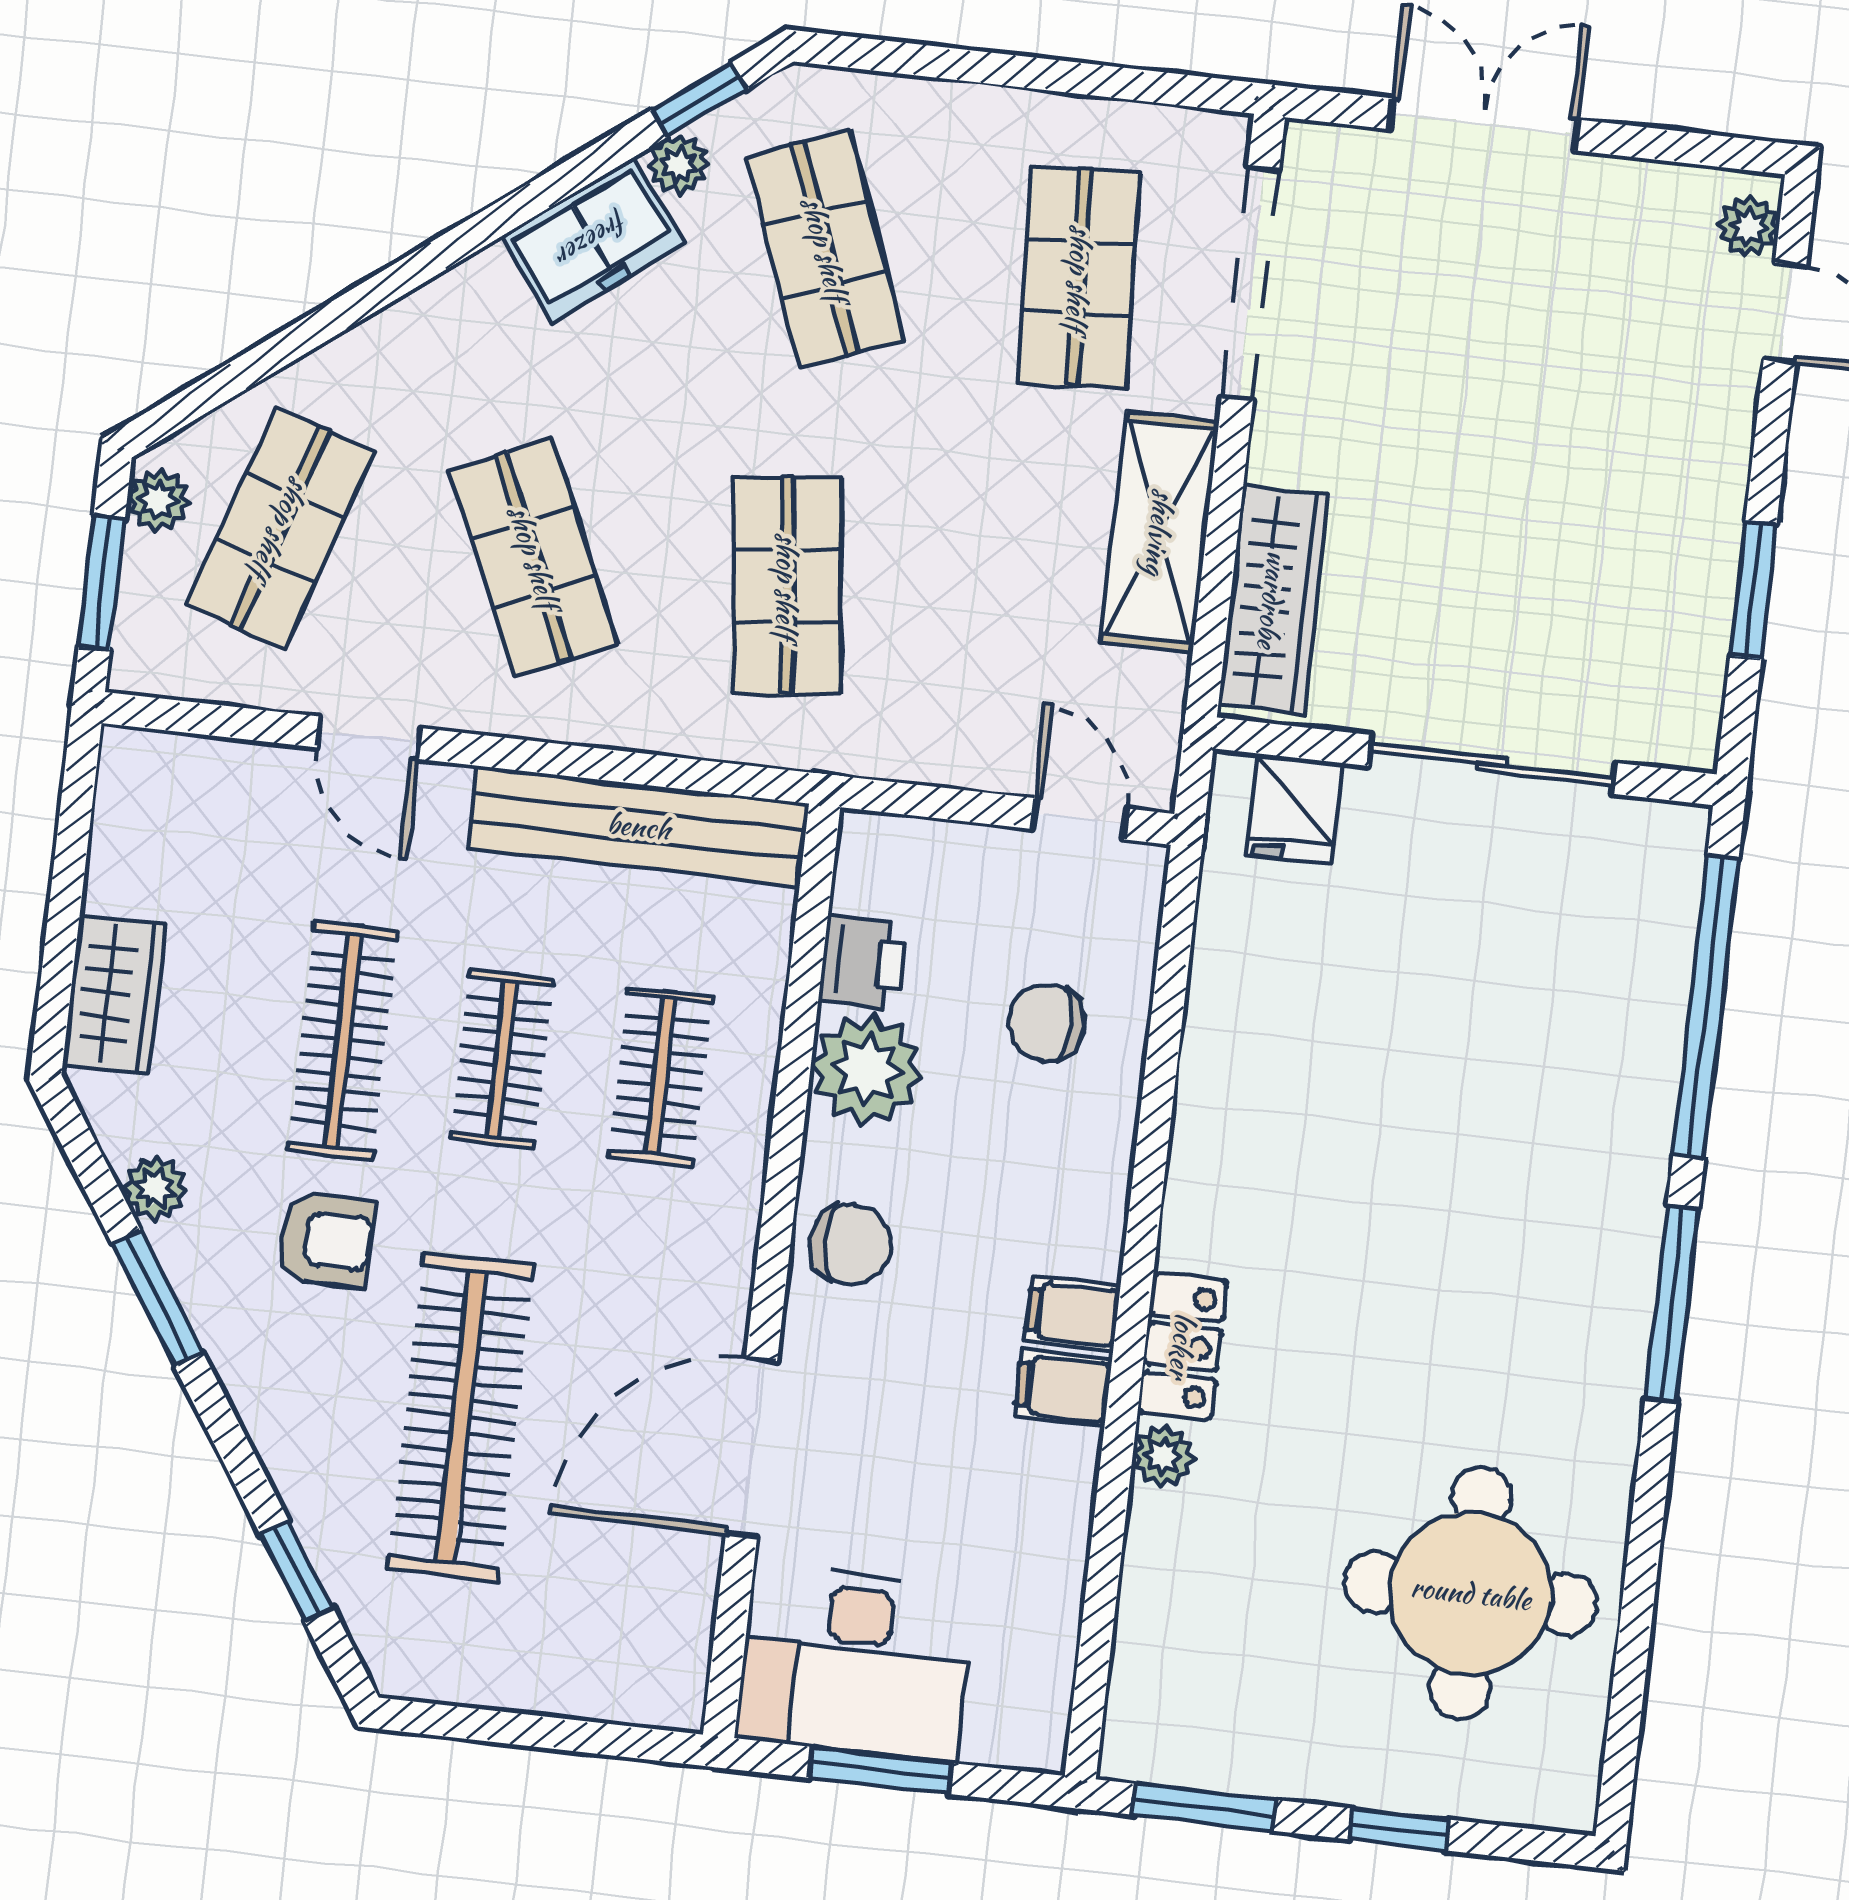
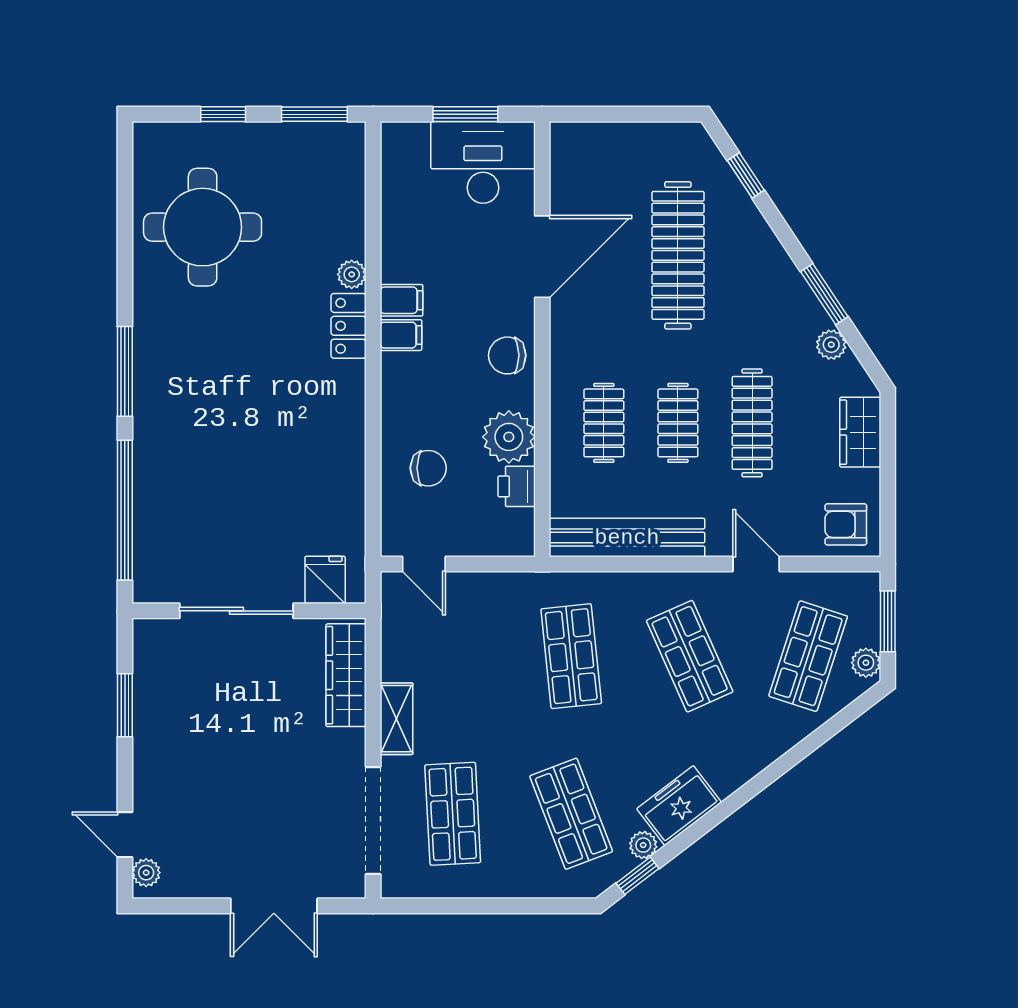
shelving: (1160, 532) -> (396, 719), width x0.67, depth x0.75
armchair: (326, 1240) -> (846, 524), moved

